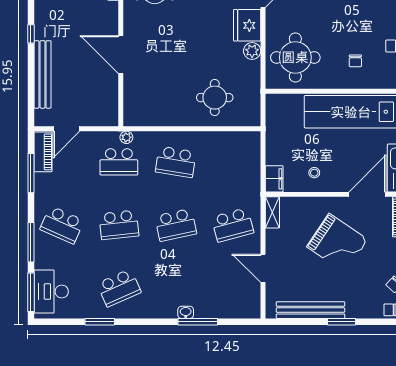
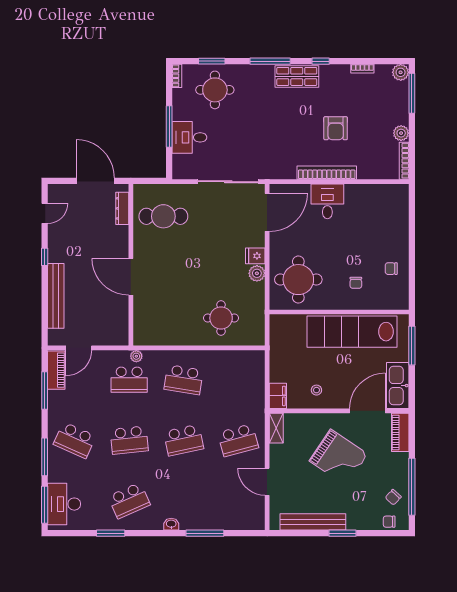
fridge: (247, 25) -> (255, 256), width x0.53, depth x0.75
washbasin: (186, 312) -> (171, 524), moved

